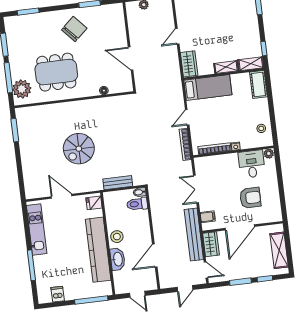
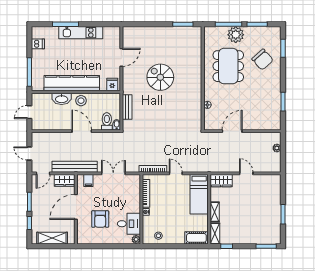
chair: (74, 29) -> (263, 60), moved
plant: (22, 89) -> (236, 35), moved
door: (240, 227) -> (76, 207), hinge flipped
kitchen unit: (37, 230) -> (81, 33), moved
door: (155, 256) -> (82, 131), moved

